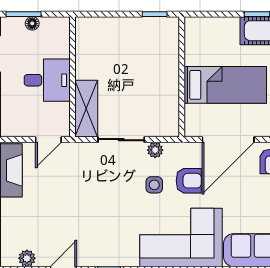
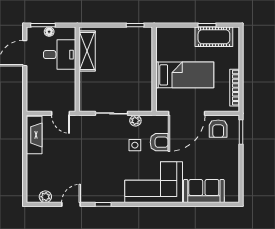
desk: (47, 80) -> (60, 55), moved
shelving: (86, 109) -> (87, 51), moved
door: (48, 140) -> (60, 113), hinge flipped

